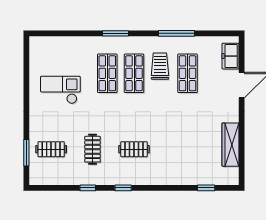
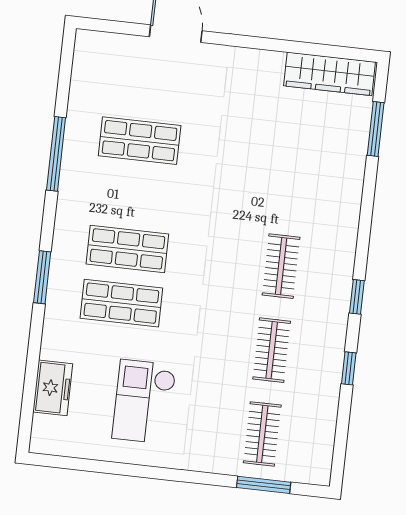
freezer: (231, 56) -> (53, 388), moved, turned -90
trolley: (160, 66) -> (119, 195), removed
wardrobe: (231, 145) -> (330, 74), moved
clothes rail: (93, 149) -> (272, 350), turned 90
window: (206, 188) -> (376, 129), width x1.50

